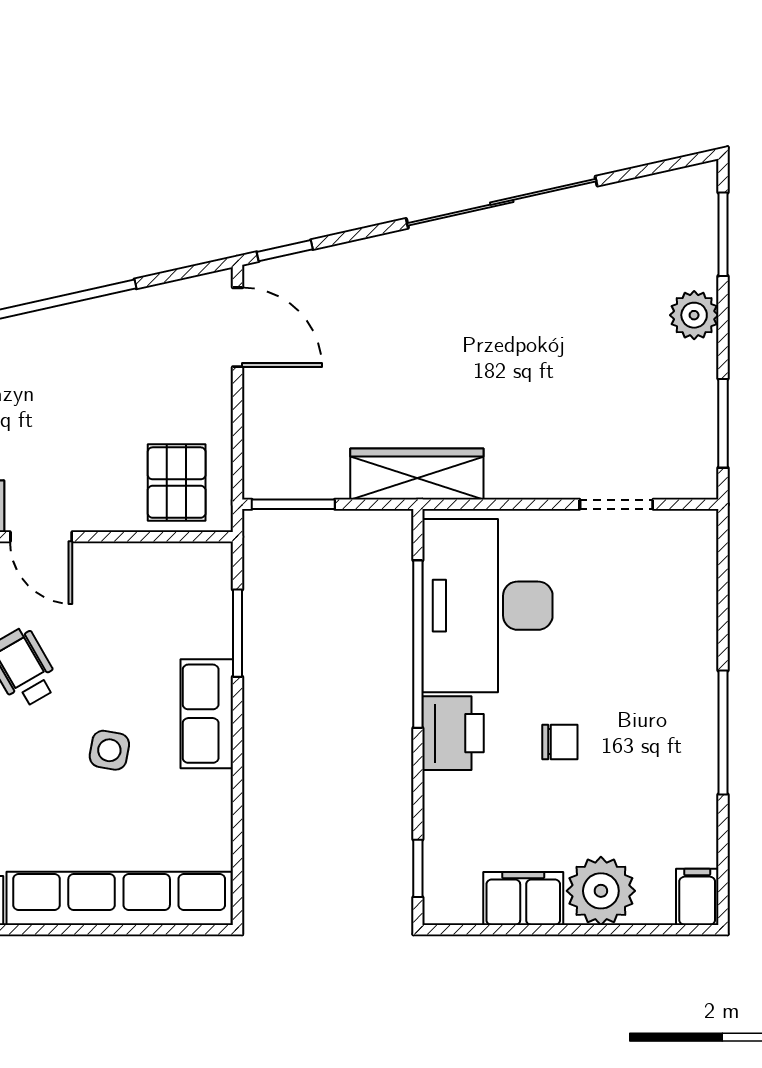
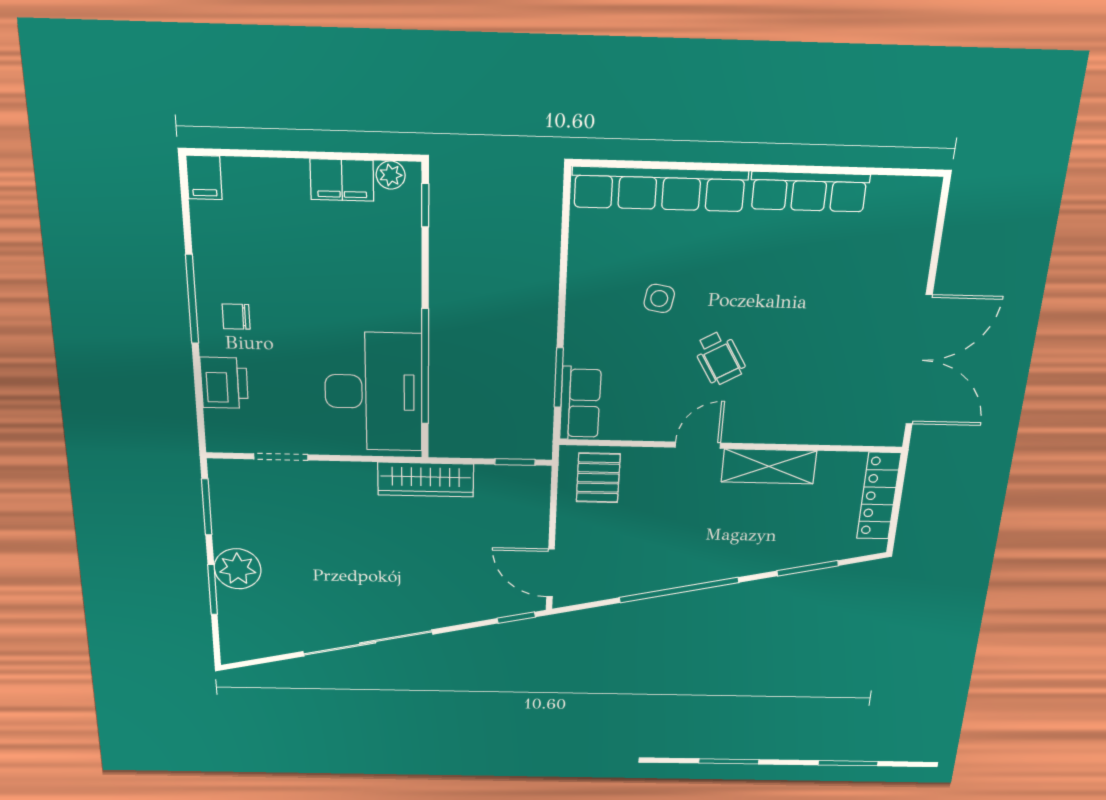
window: (723, 234) -> (213, 590), moved
plant: (694, 315) -> (238, 569), width x1.36, depth x1.36
window: (293, 504) -> (515, 462), width x0.67
door: (41, 537) -> (698, 445), hinge flipped
row of seats: (207, 714) -> (580, 403), moved
printer: (453, 733) -> (224, 383), moved, turned 180
chair: (560, 742) -> (236, 317), moved
plant: (601, 891) -> (391, 175), moved, width x0.53, depth x0.53

